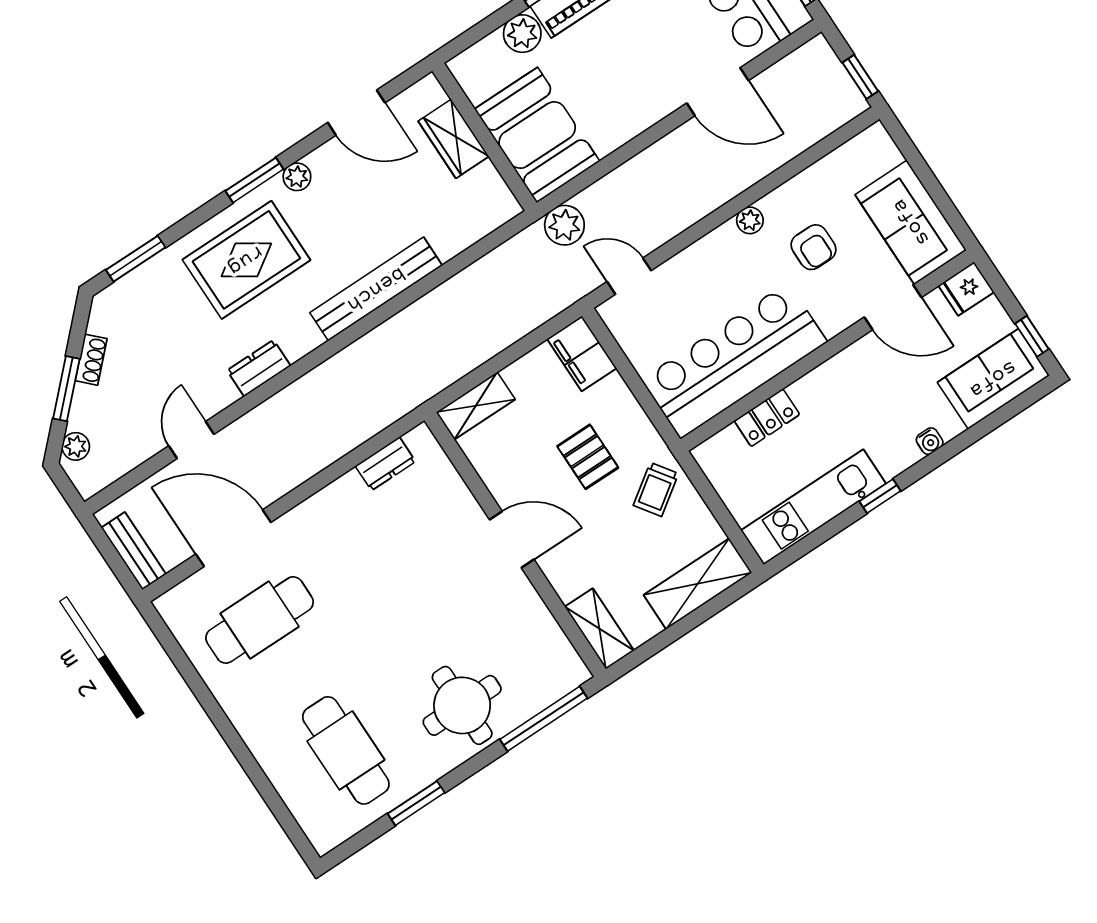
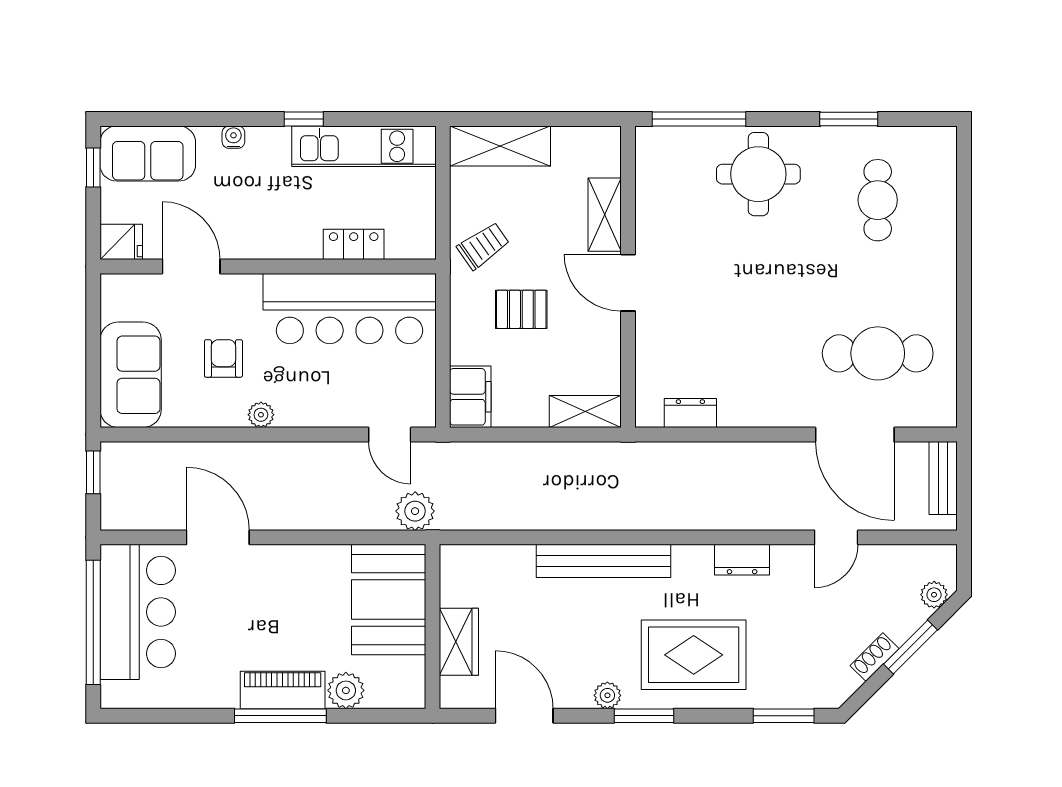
sofa: (911, 222) -> (131, 375), moved
pallet: (588, 457) -> (521, 309), turned 90
shelving: (599, 629) -> (605, 215), moved
cafe table: (346, 750) -> (878, 200), width x0.73, depth x0.74

